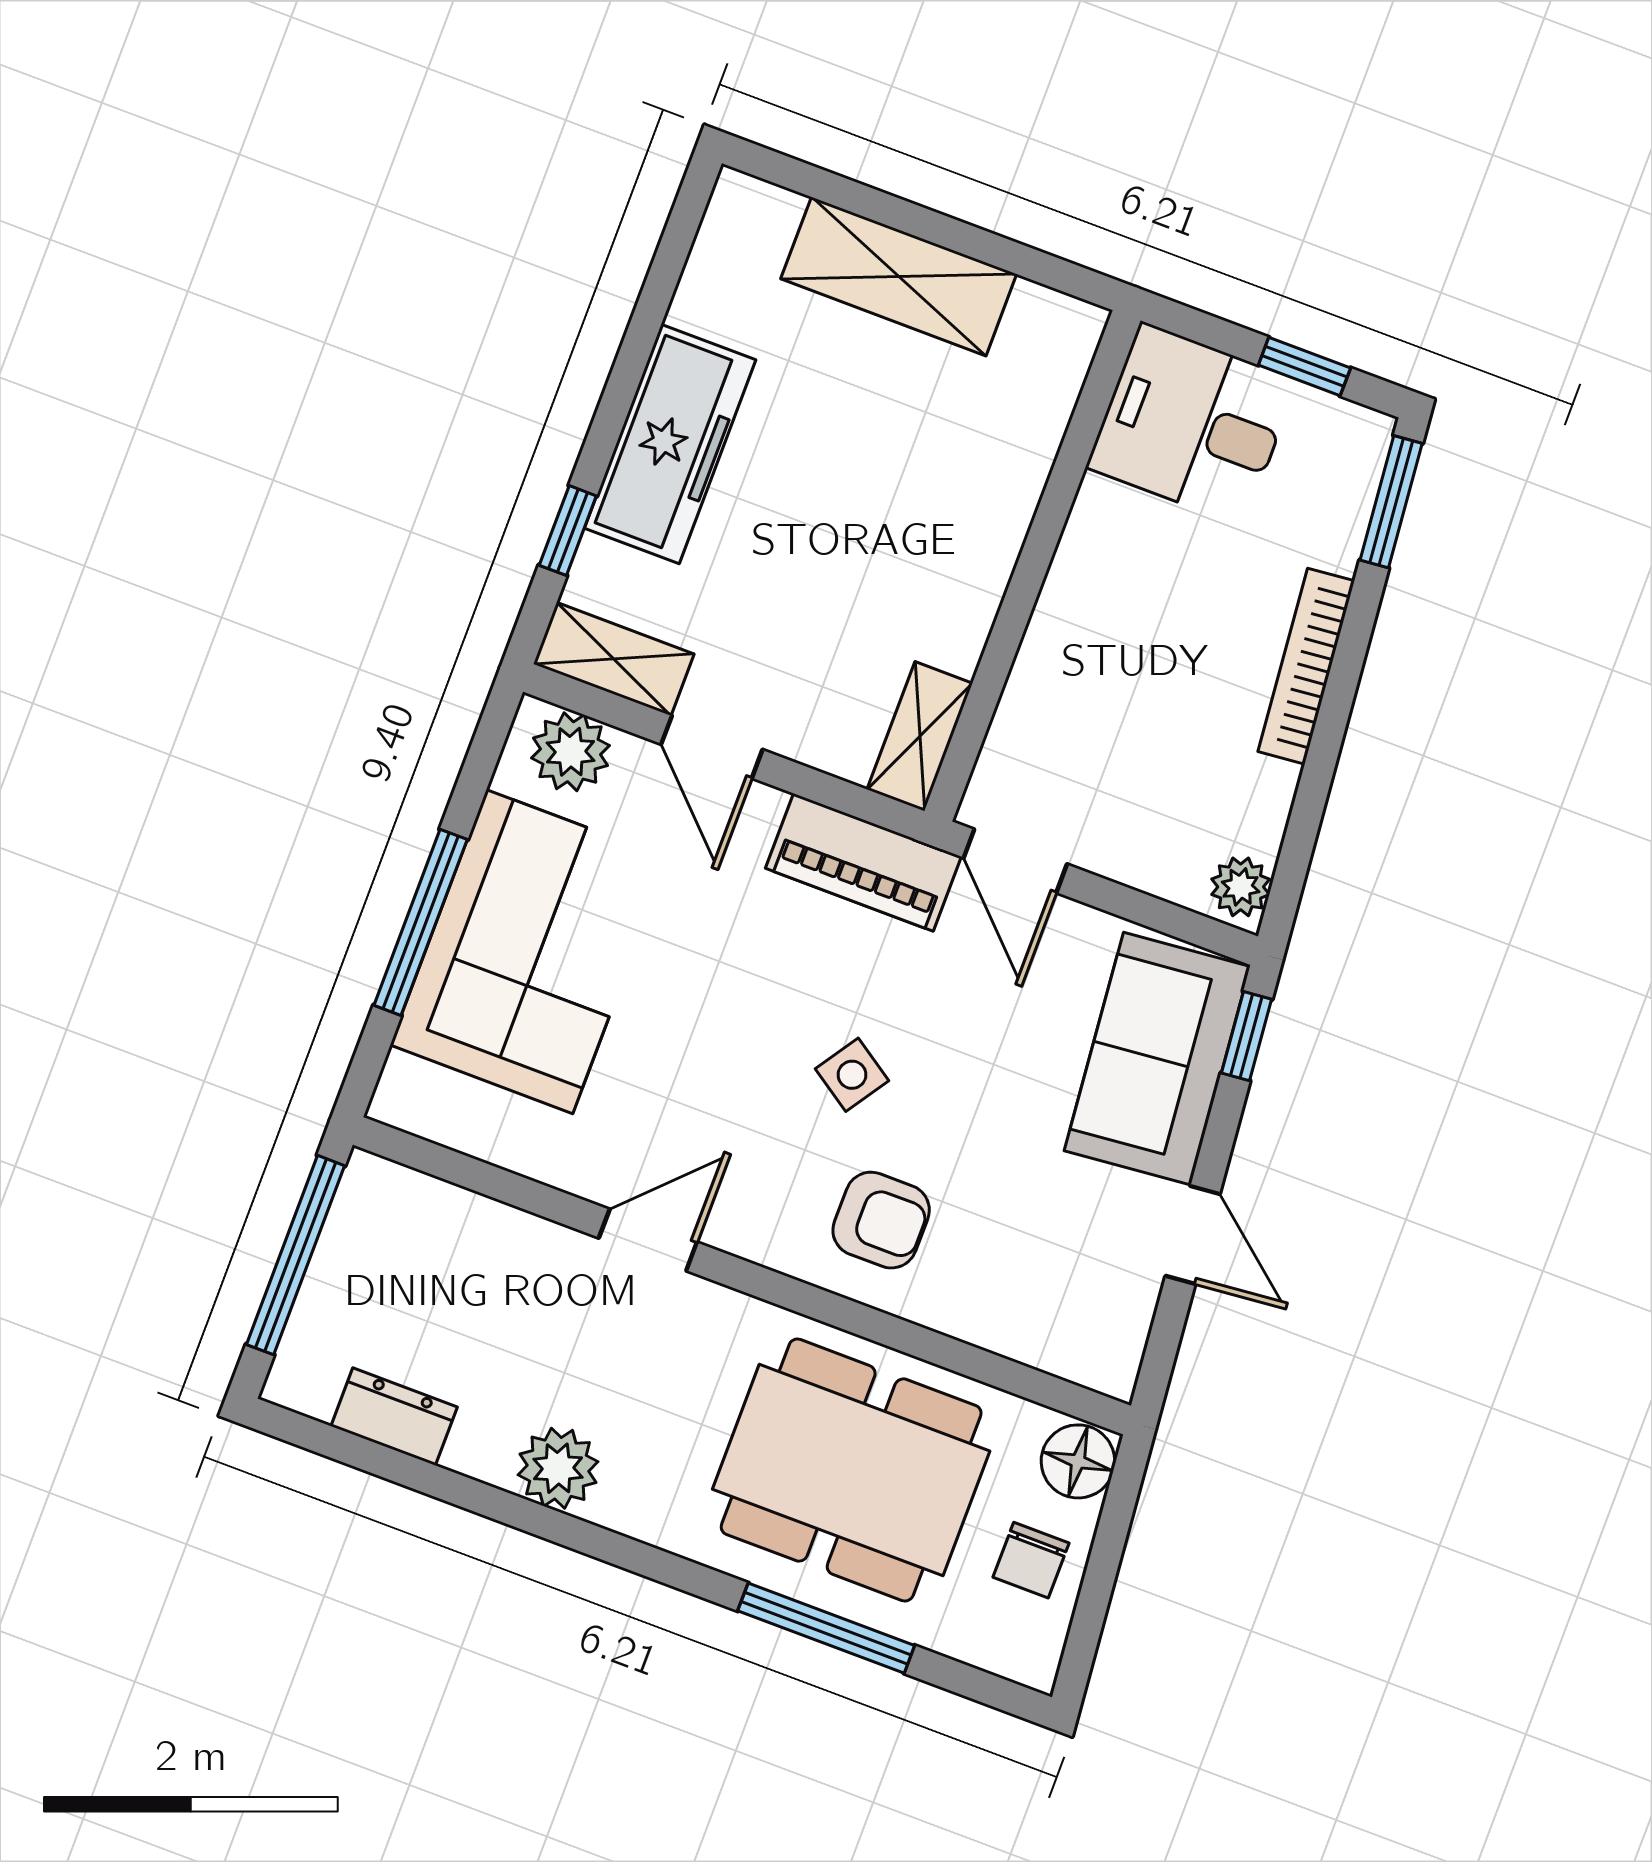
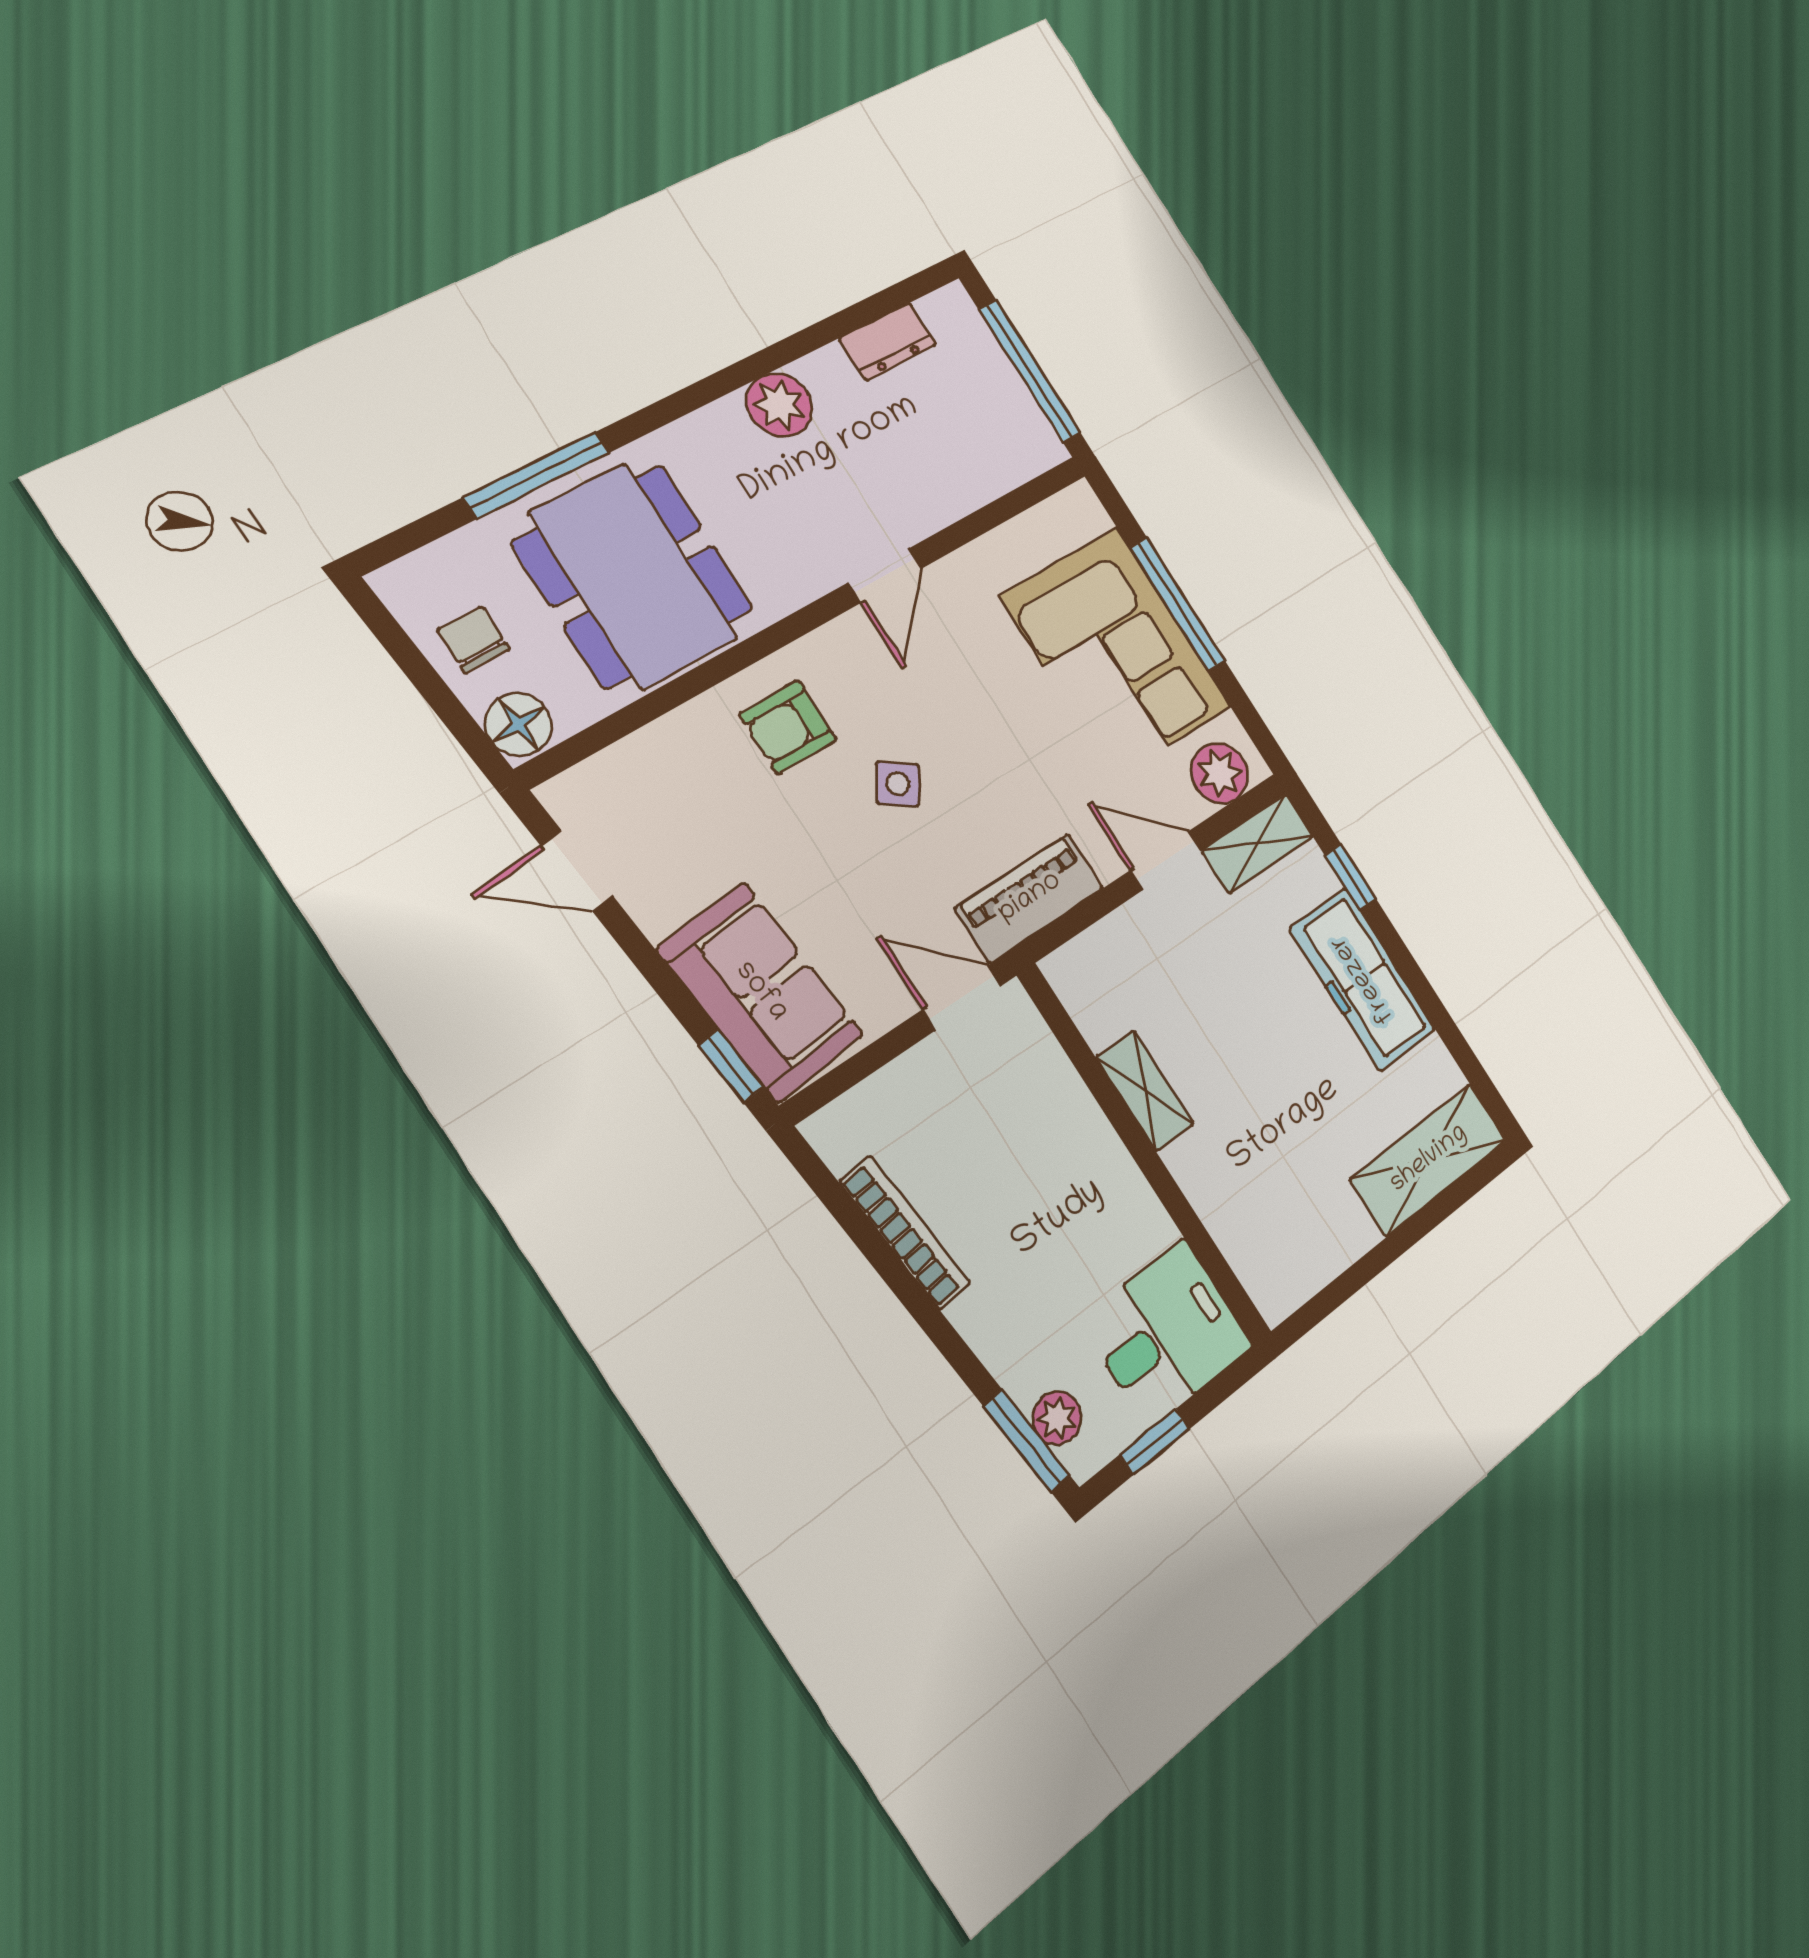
shelving: (899, 276) -> (1429, 1159), moved
bookcase: (1306, 666) -> (905, 1233), moved
shelving: (920, 736) -> (1145, 1091), moved
plant: (1241, 887) -> (1057, 1418), moved
door: (1193, 1235) -> (577, 871), moved
dining table: (851, 1470) -> (633, 576), turned 90

